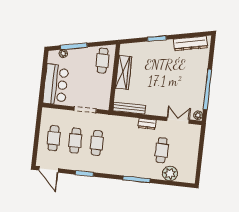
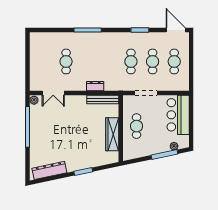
cafe table: (103, 61) -> (137, 126), moved
dresser: (147, 124) -> (95, 86), moved
plant: (170, 173) -> (55, 39), removed

